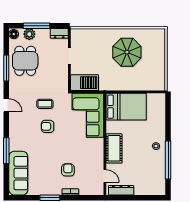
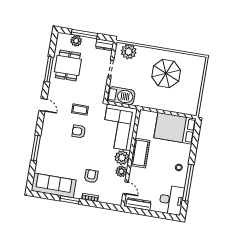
floor lamp: (14, 34) -> (61, 38), removed
plant: (85, 36) -> (129, 52), added
bed: (126, 107) -> (175, 128), moved, turned 180
plant: (96, 146) -> (122, 158), added
cot: (114, 148) -> (140, 153), moved
plant: (98, 160) -> (121, 171), added
sofa: (18, 173) -> (54, 185), moved, turned -90
desk: (154, 181) -> (171, 200), added

